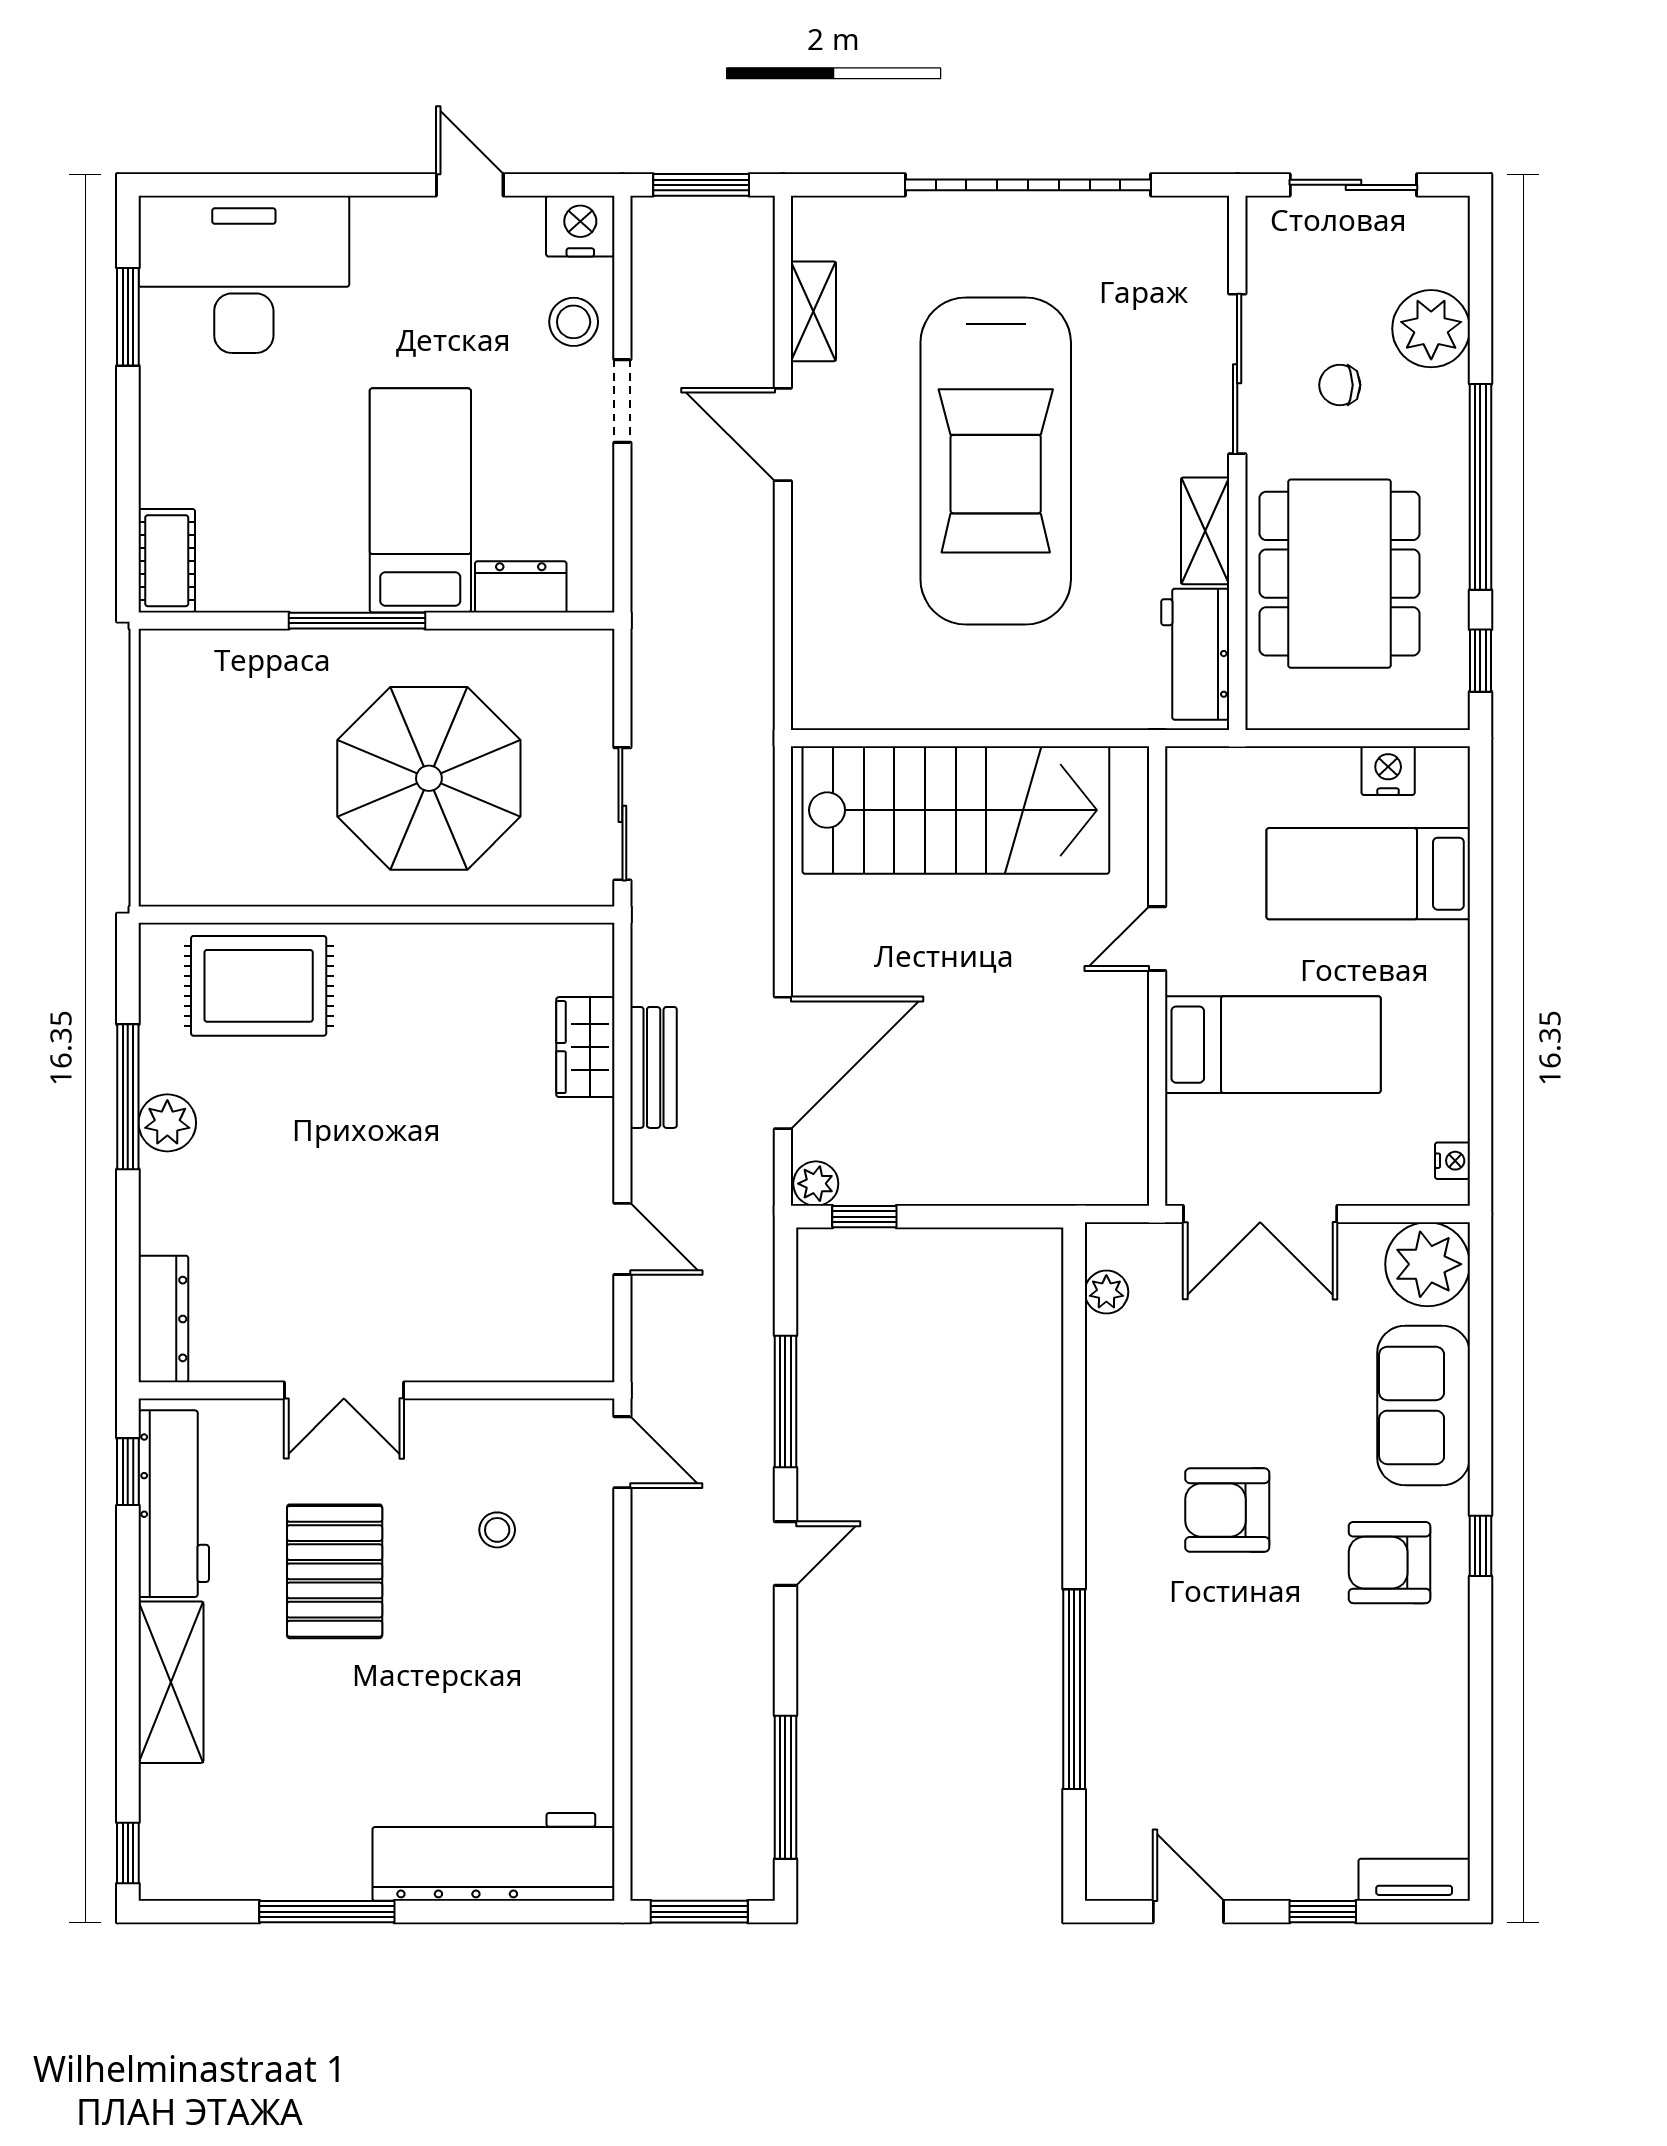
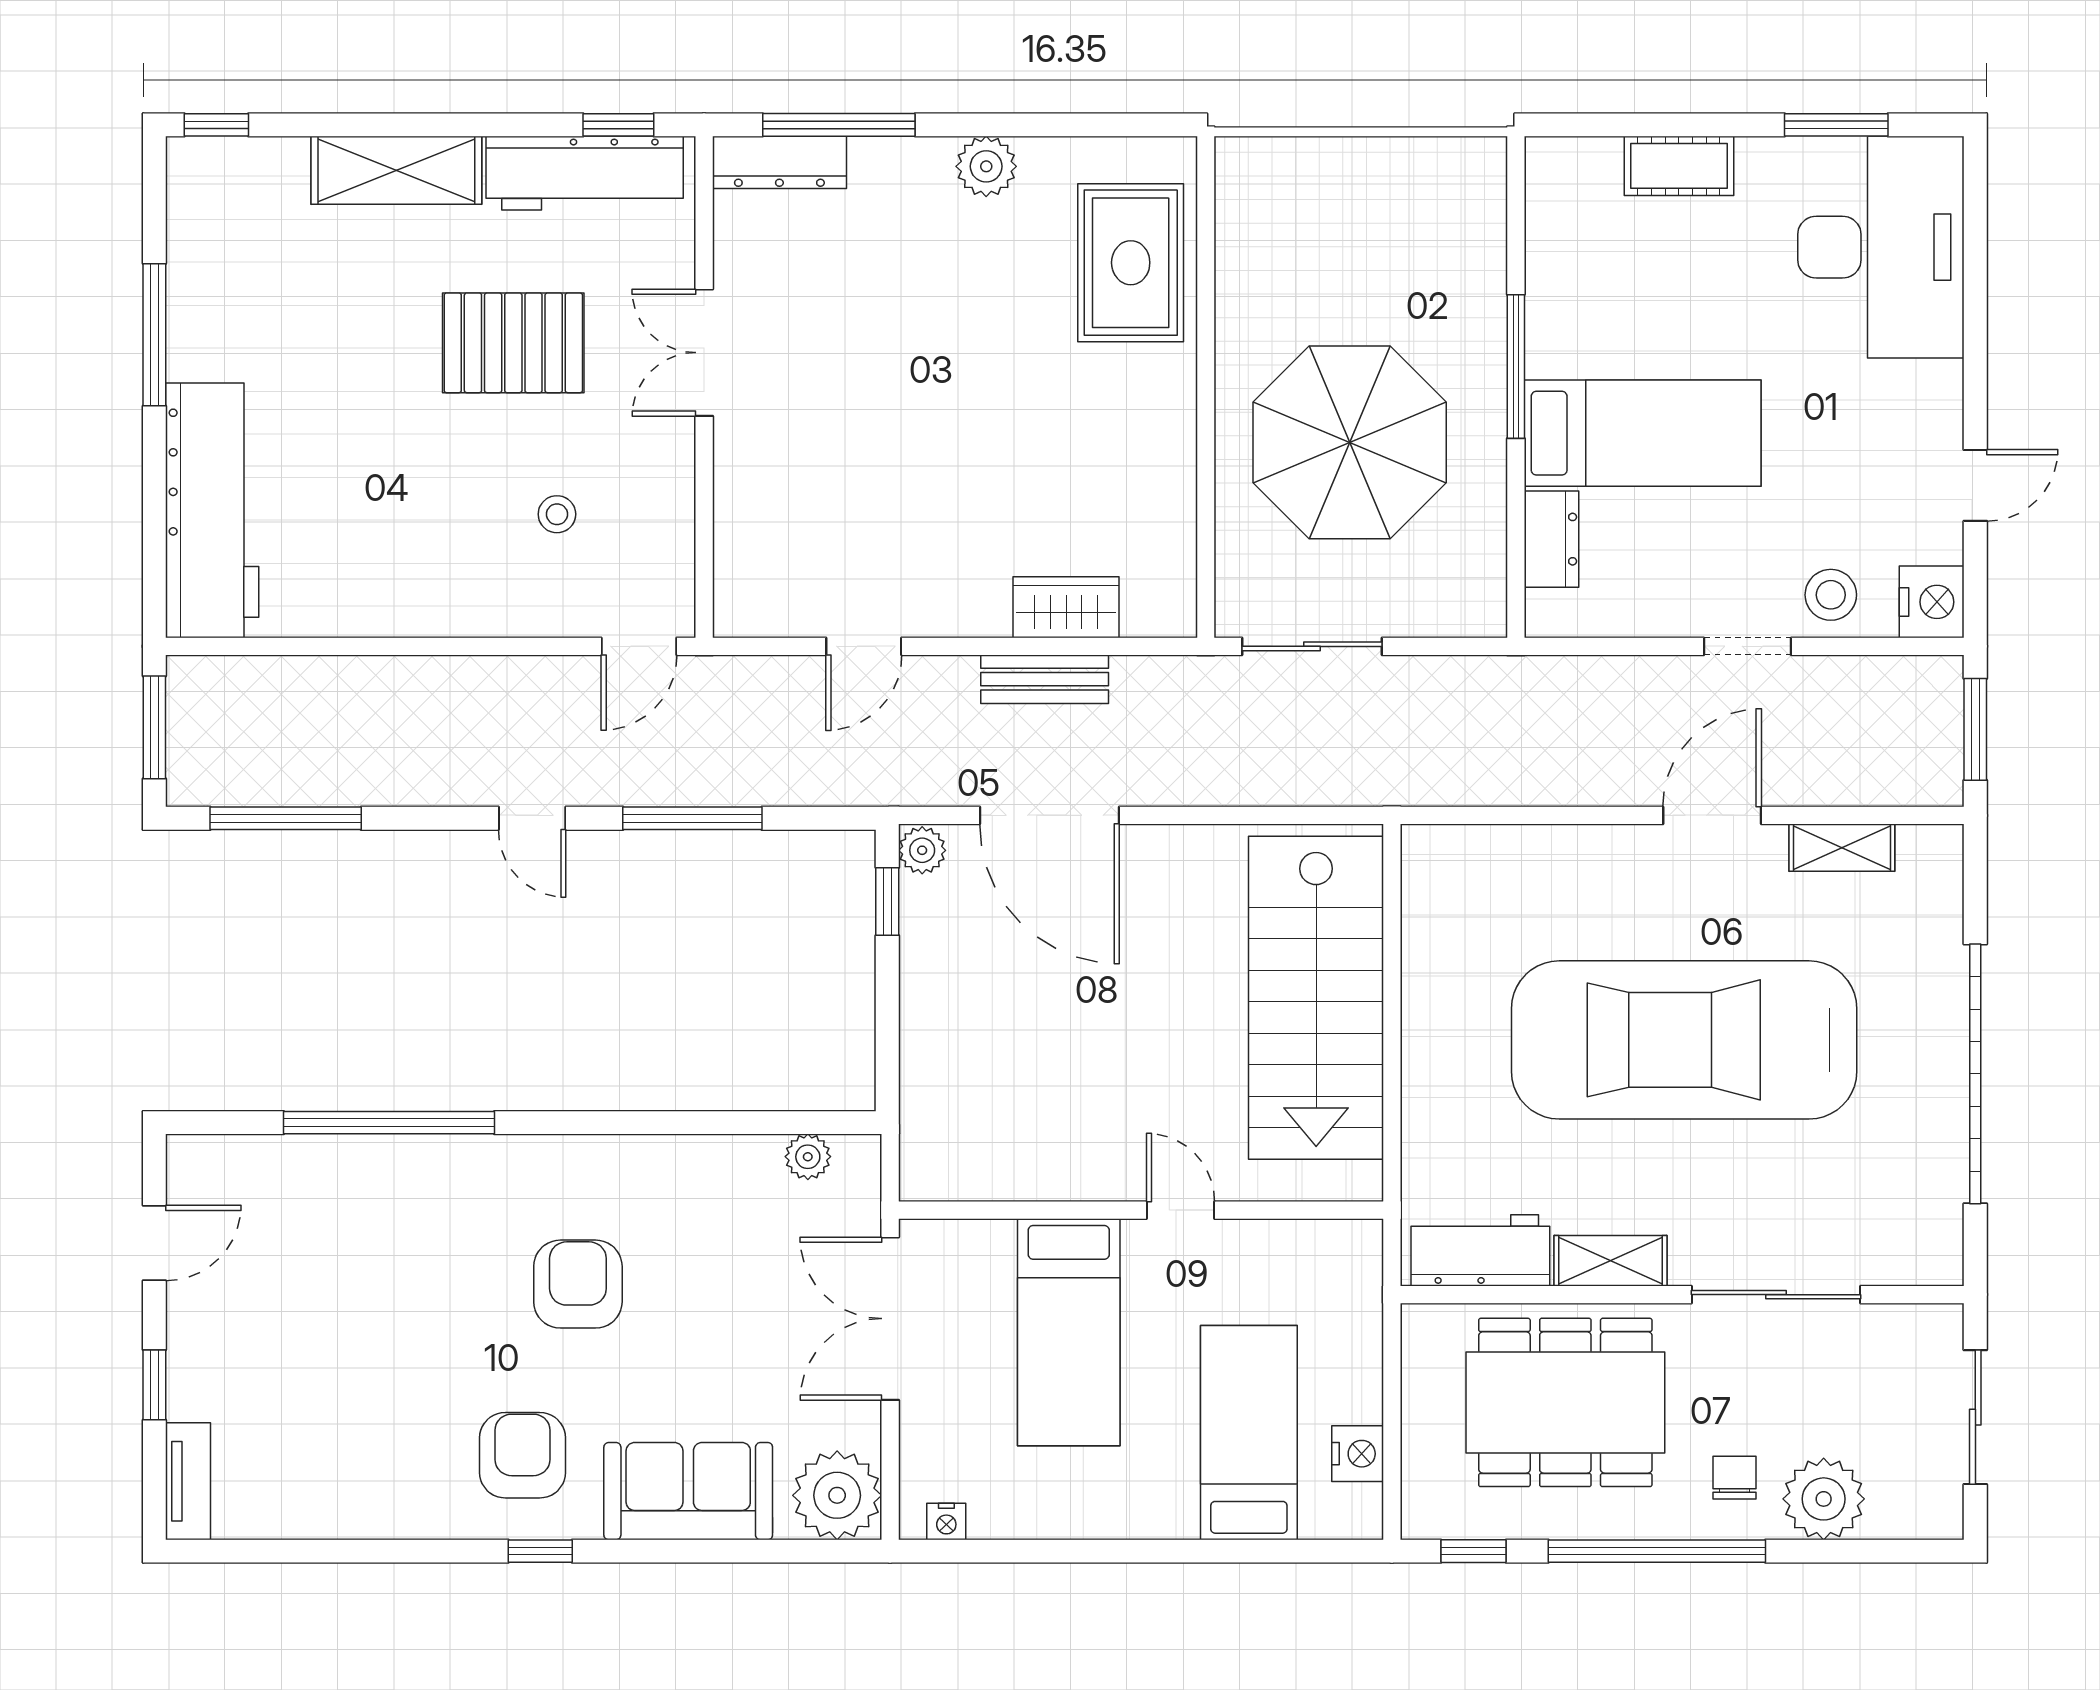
chair: (1340, 385) -> (1734, 1478), moved
cot: (167, 561) -> (1679, 166), moved
window: (128, 1097) -> (839, 125), moved

